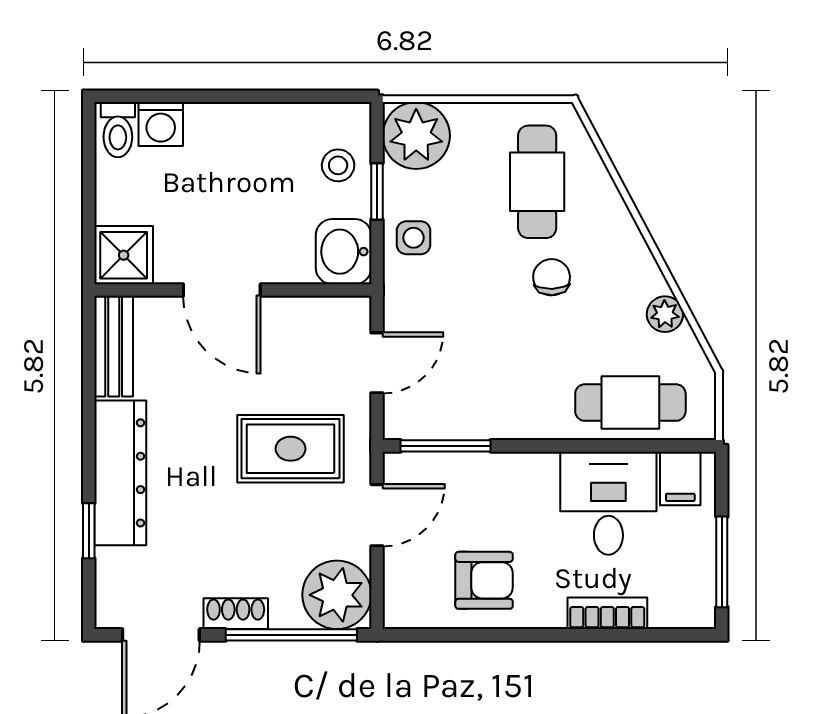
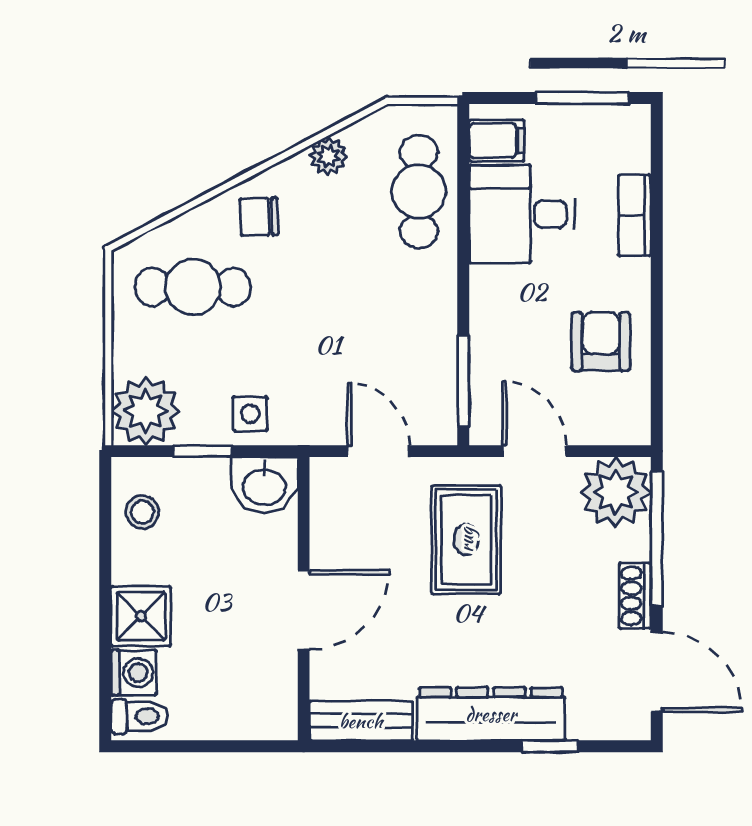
stool: (338, 165) -> (142, 512), moved
shower: (124, 255) -> (141, 616), moved
chair: (552, 277) -> (259, 217), moved

